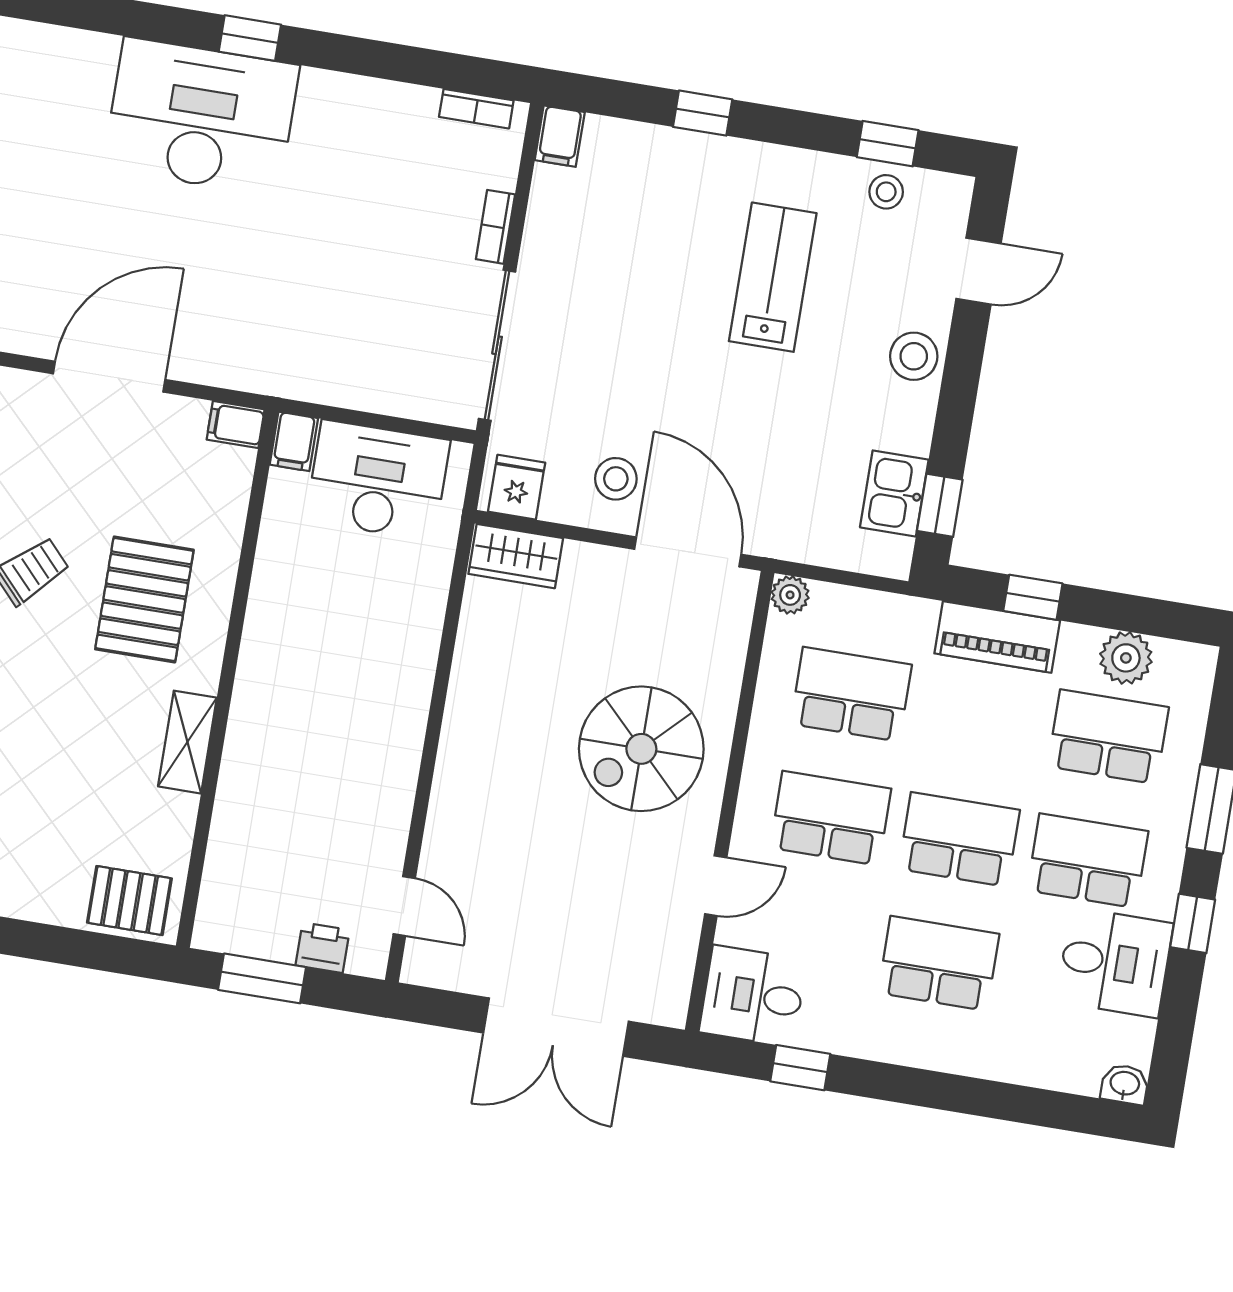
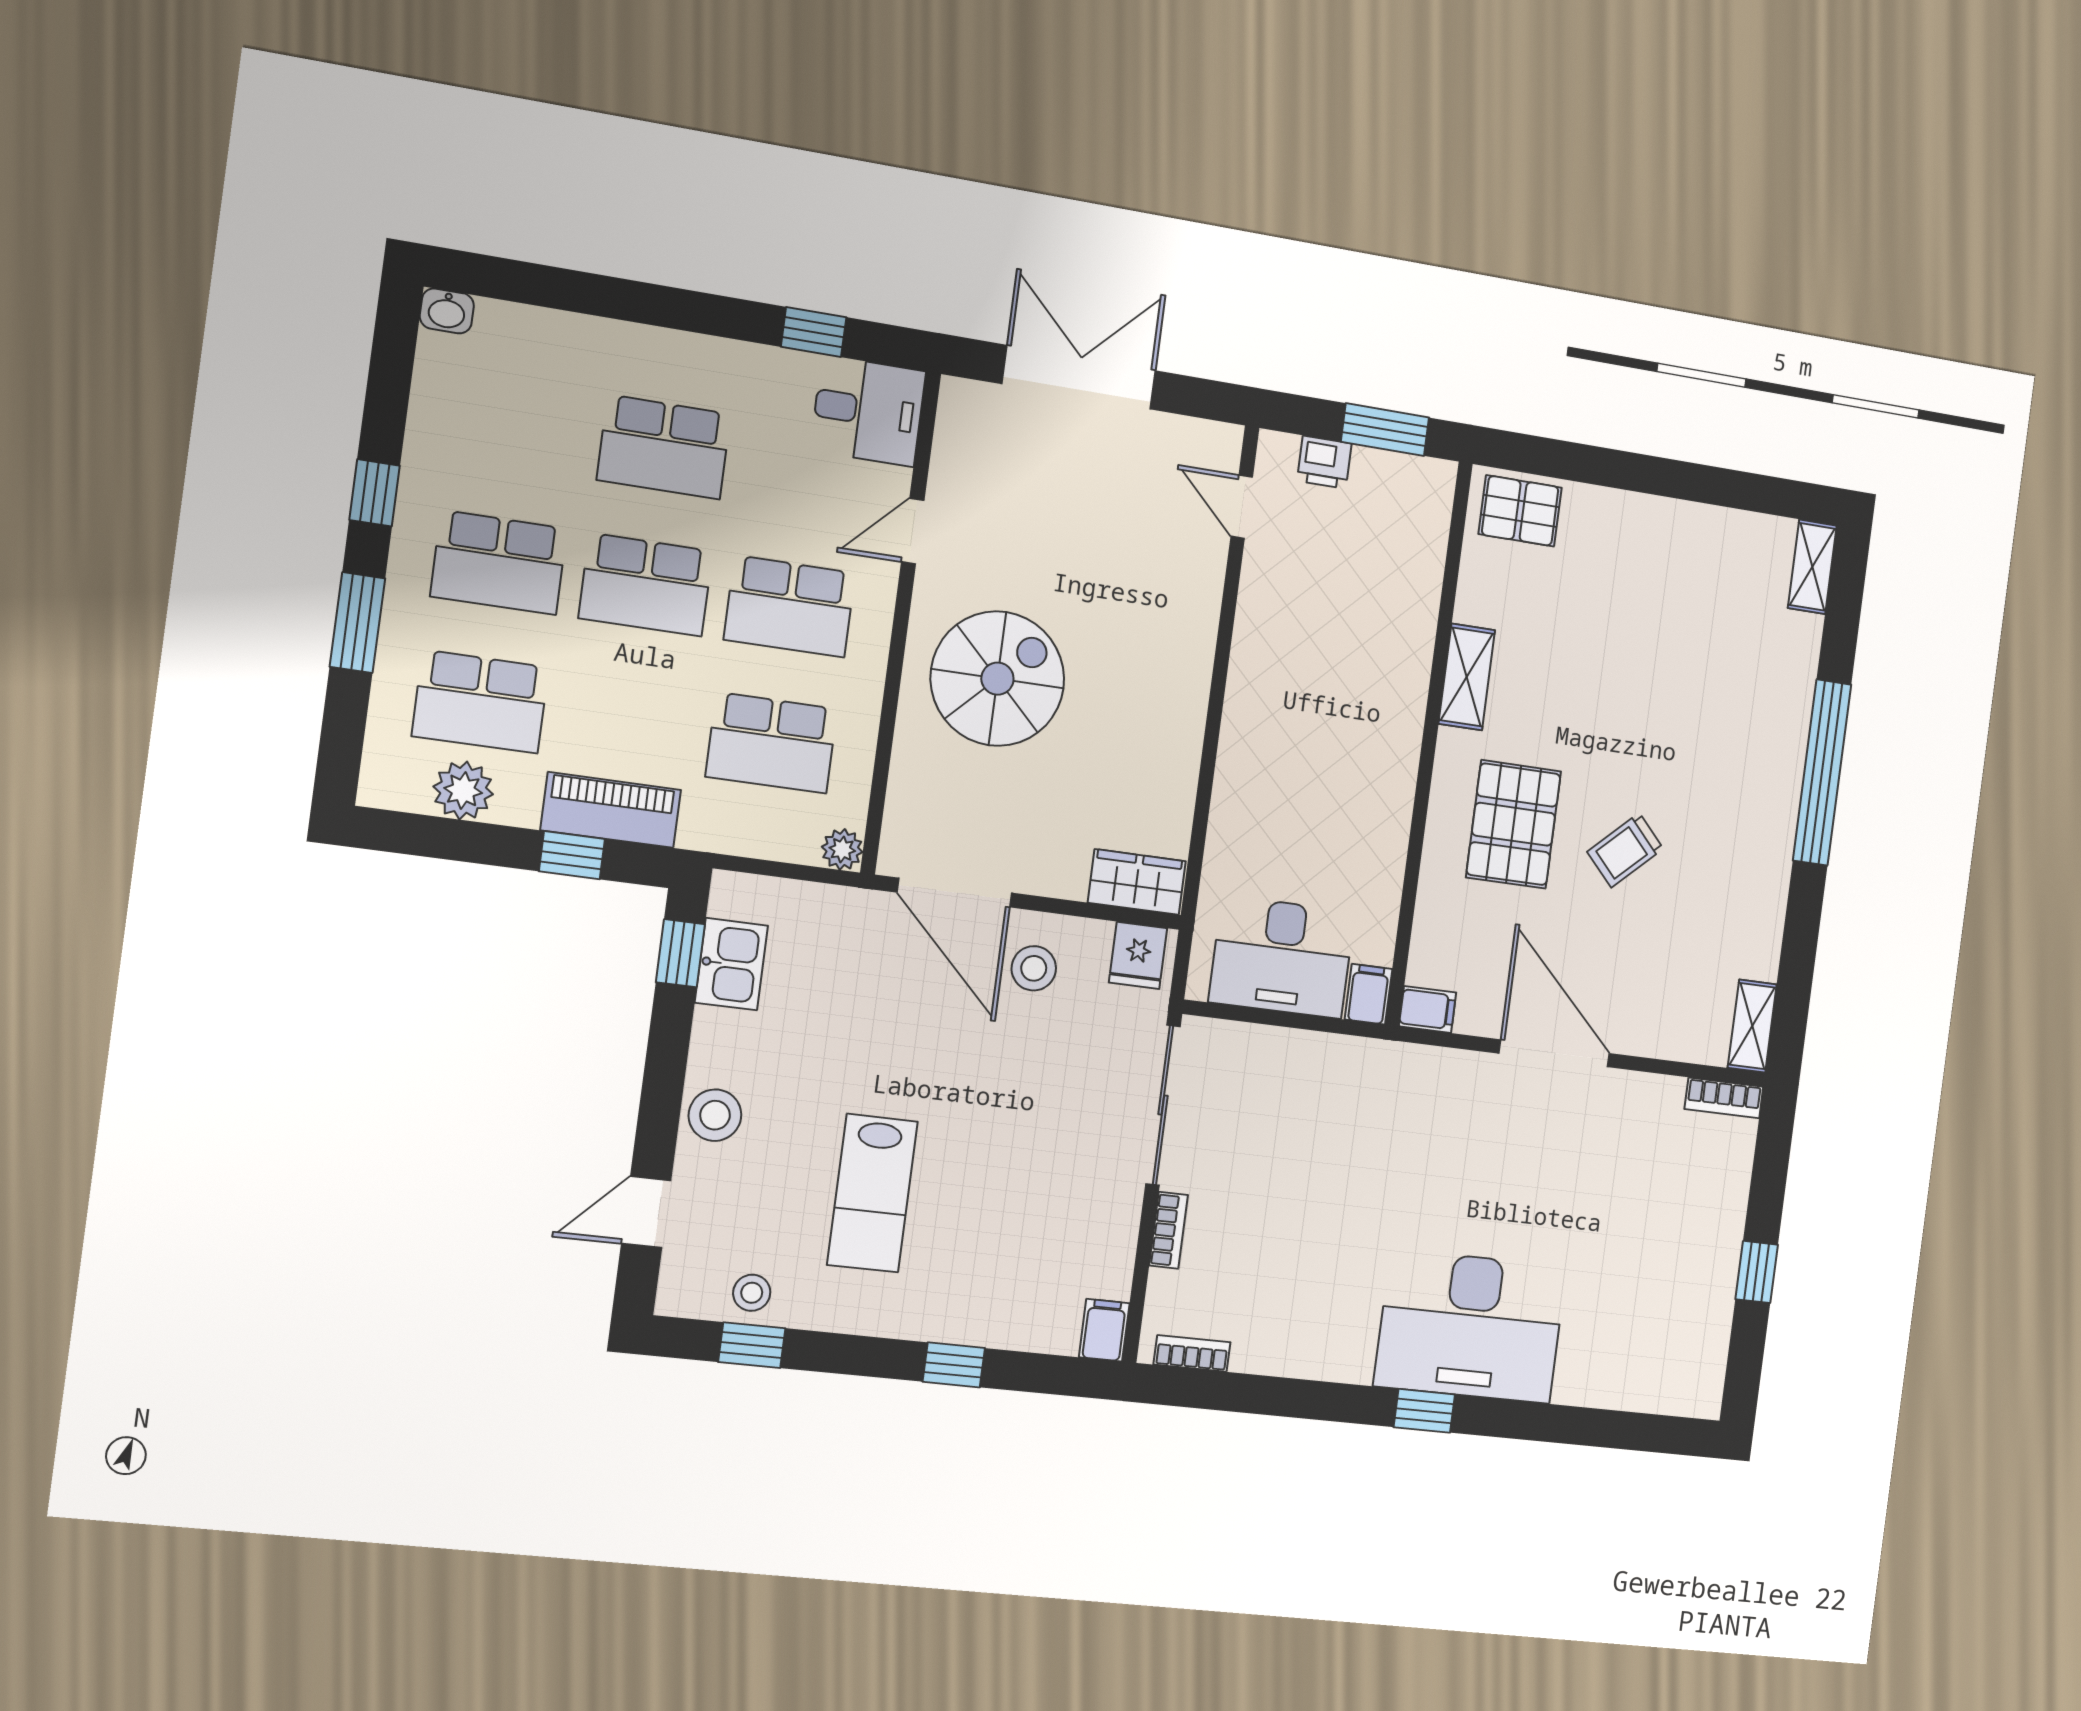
door: (109, 377) -> (1554, 1053), swing flipped
desk: (1115, 962) -> (463, 448), removed

